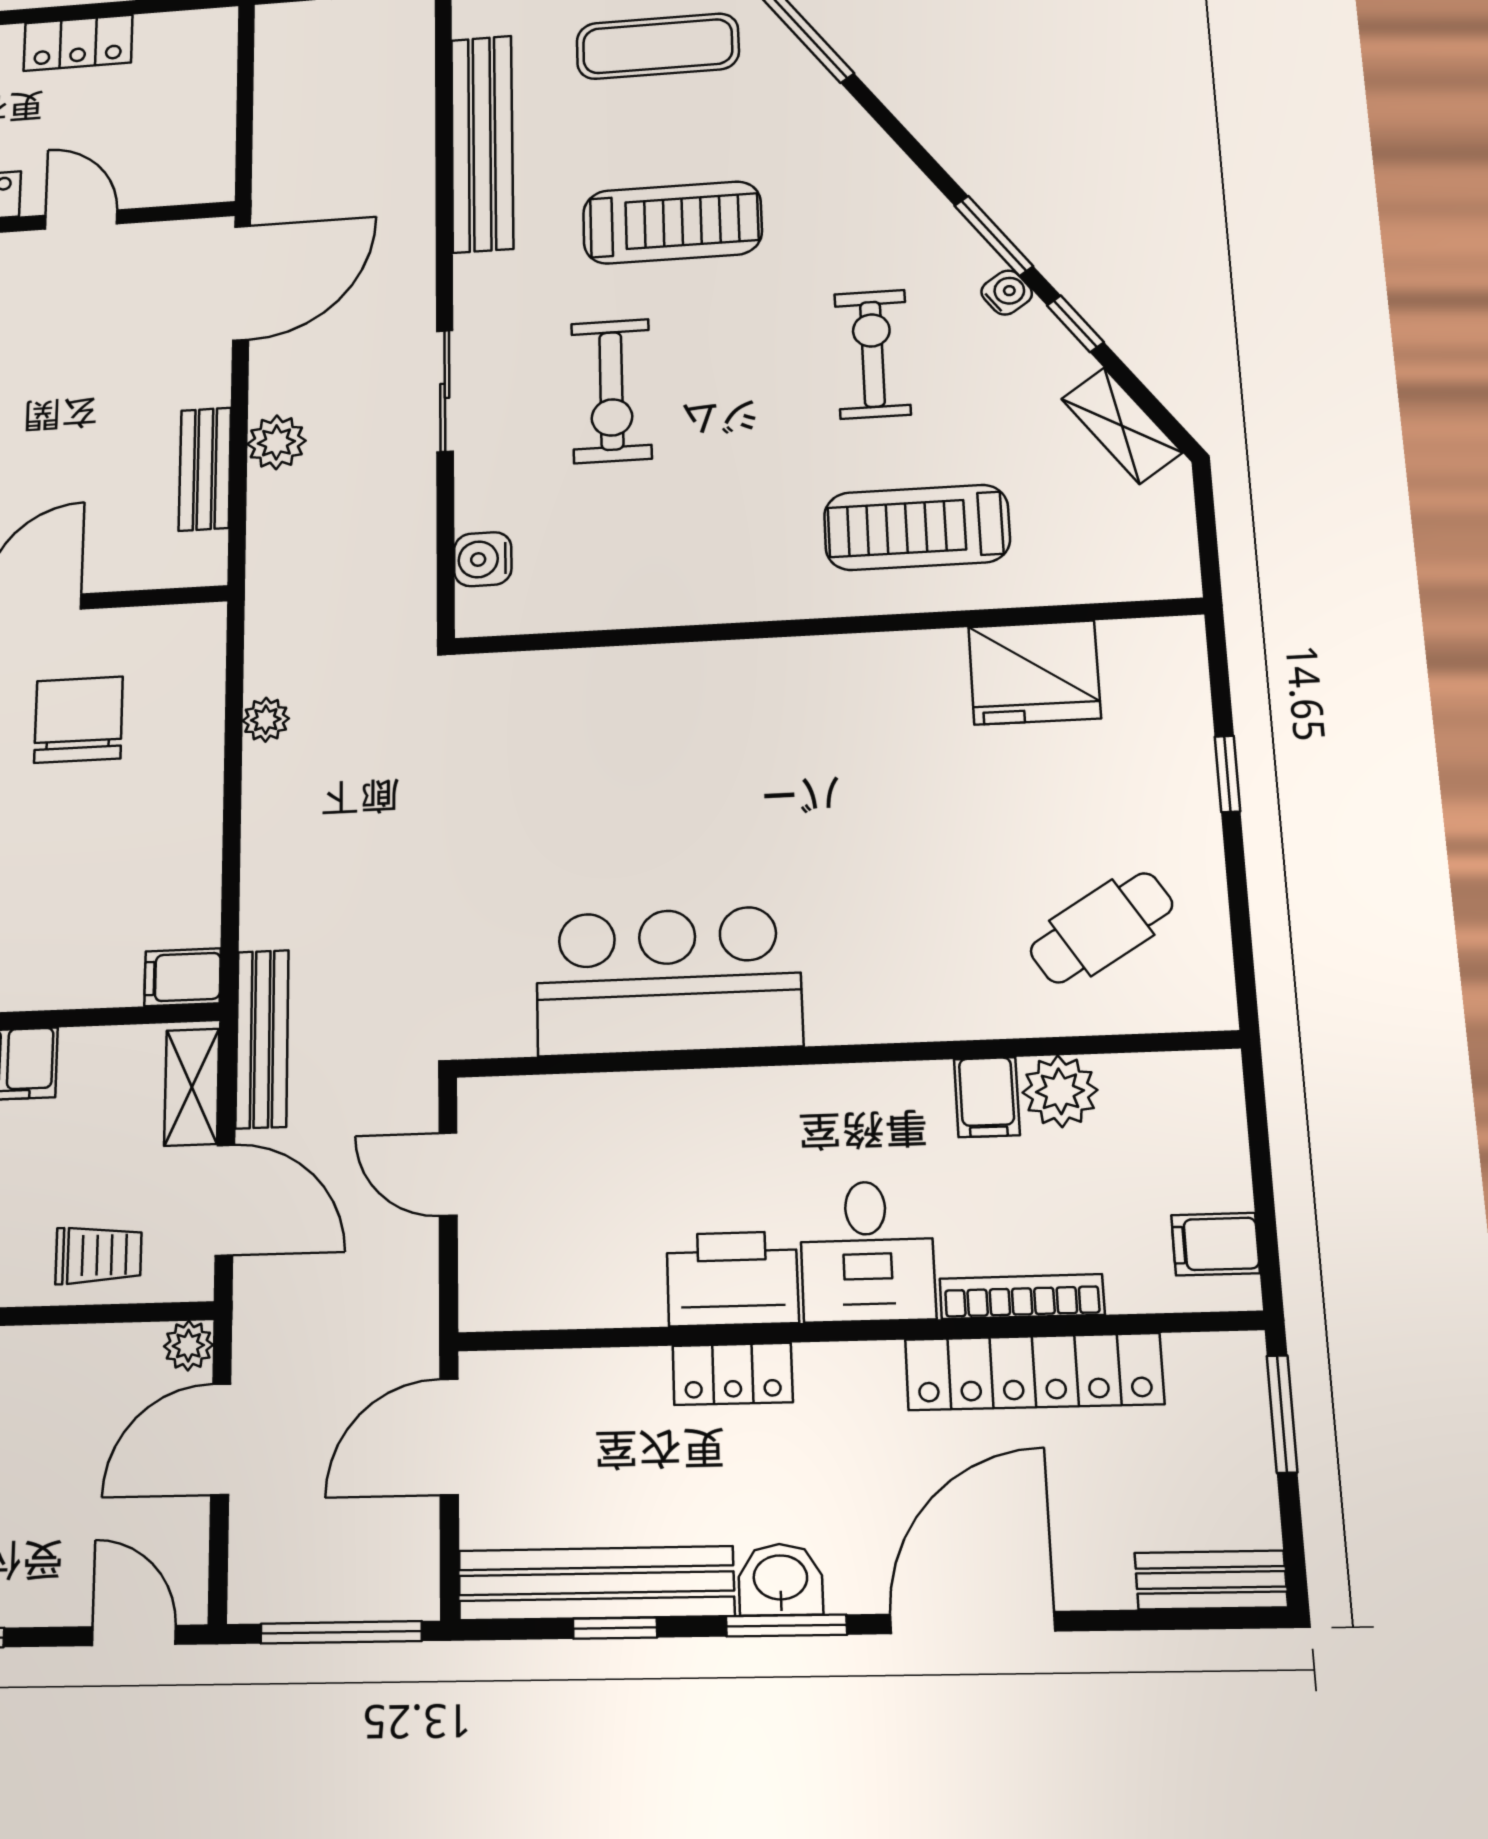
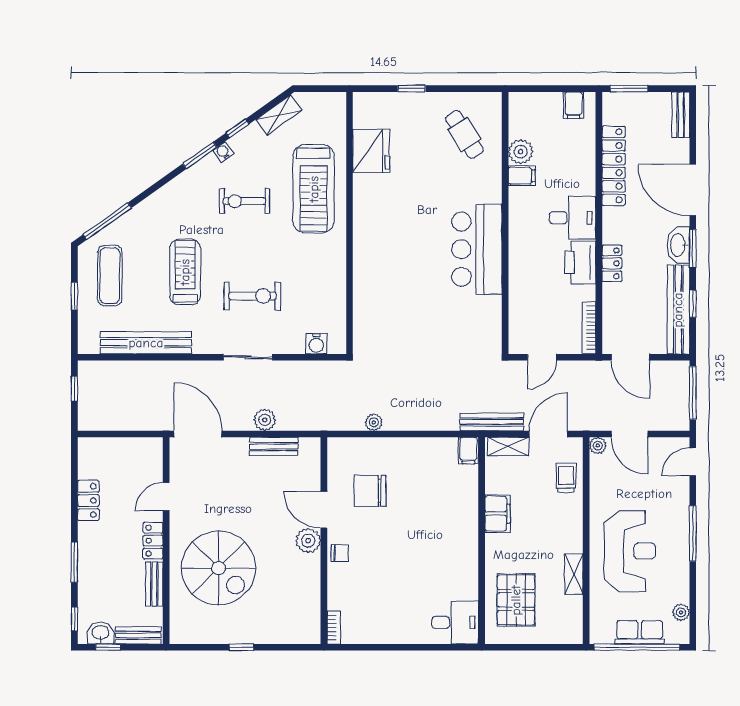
treadmill: (917, 527) -> (314, 189), width x1.37, depth x1.38
bar counter: (668, 981) -> (477, 249), moved
bookcase: (1022, 1297) -> (589, 328), moved
washbasin: (780, 1580) -> (678, 245), width x1.38

